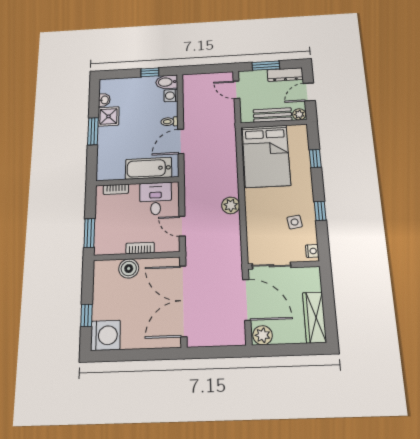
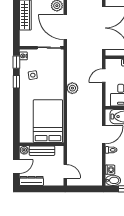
window: (266, 66) -> (44, 189), removed
window: (315, 158) -> (16, 62), moved
door: (182, 226) -> (104, 76), swing flipped

